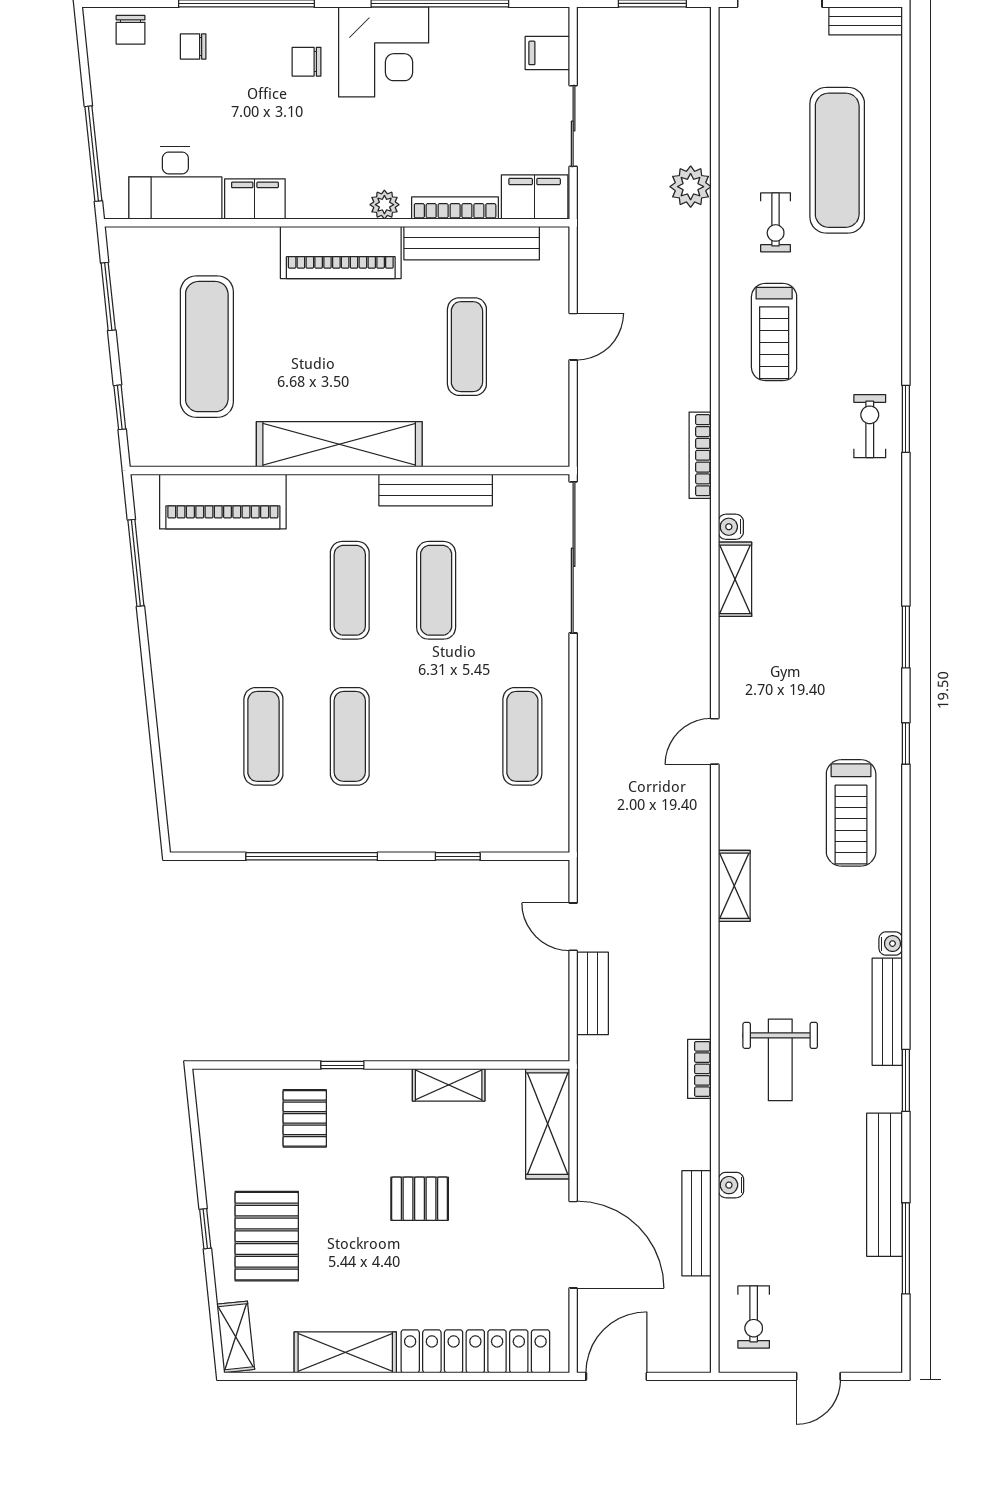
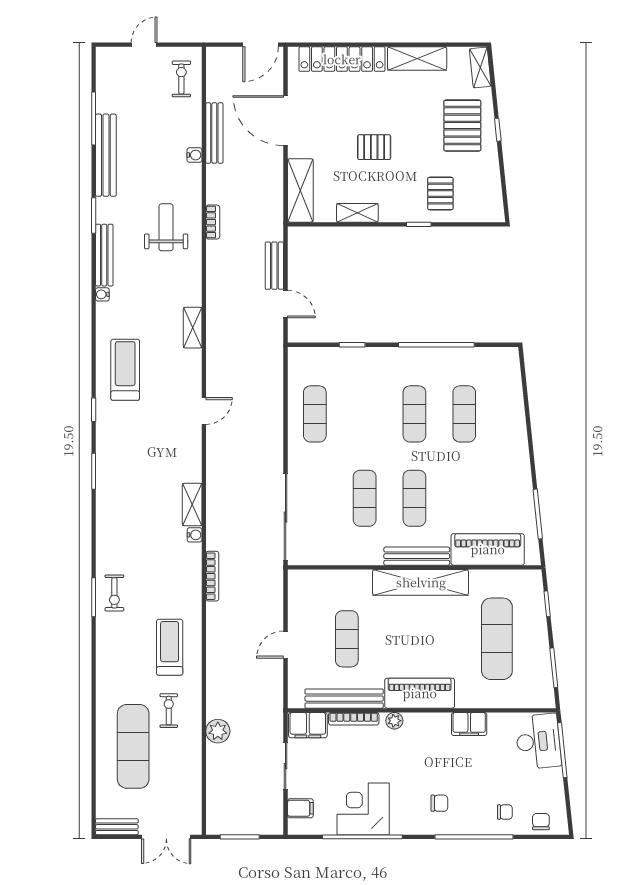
corner desk: (384, 52) -> (363, 809), moved
desk: (175, 183) -> (538, 741), moved, turned 84
bench: (436, 490) -> (417, 556), moved

